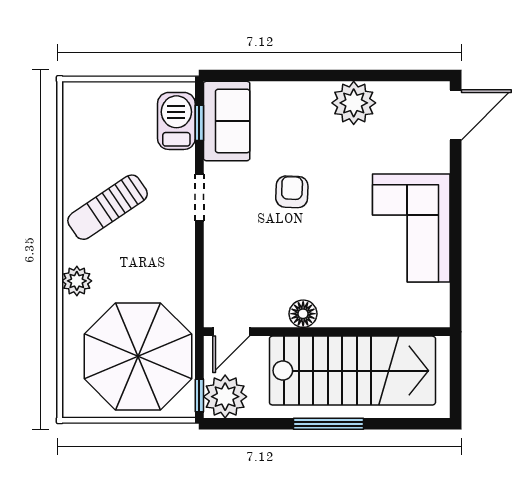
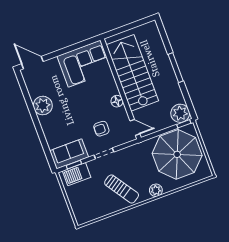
armchair: (292, 192) -> (101, 129), moved
floor lamp: (303, 314) -> (117, 101), moved
door: (231, 332) -> (135, 127), moved
wall: (327, 332) -> (121, 89), moved
stairs: (352, 371) -> (132, 73), moved

